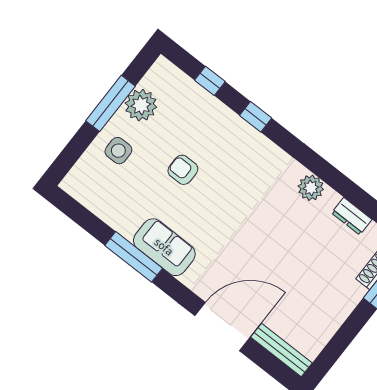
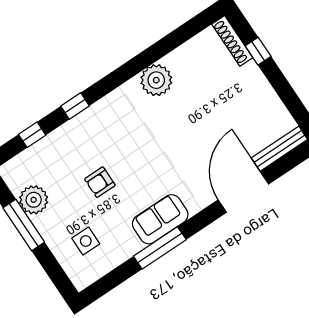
side table: (118, 151) -> (86, 241), moved
plant: (311, 188) -> (156, 80), width x1.36, depth x1.36
dresser: (352, 216) -> (186, 52), removed

